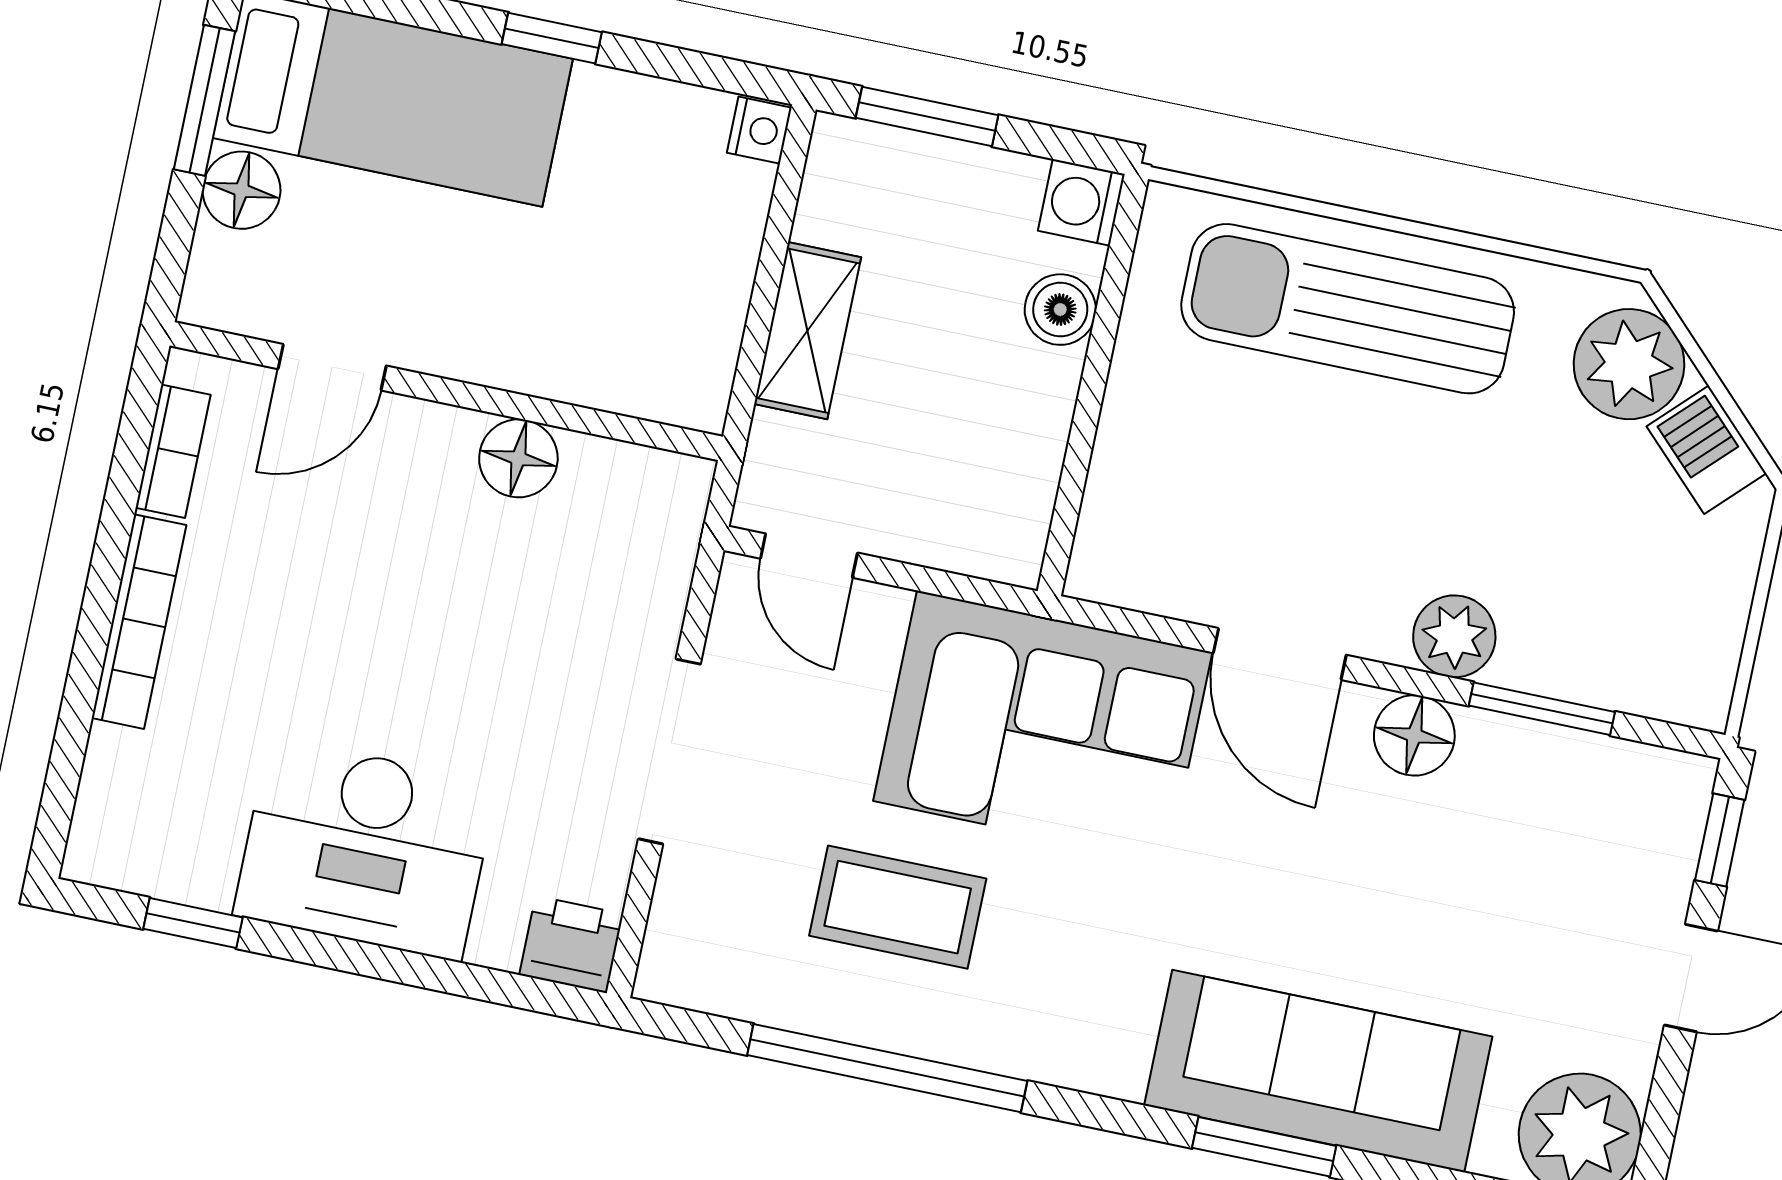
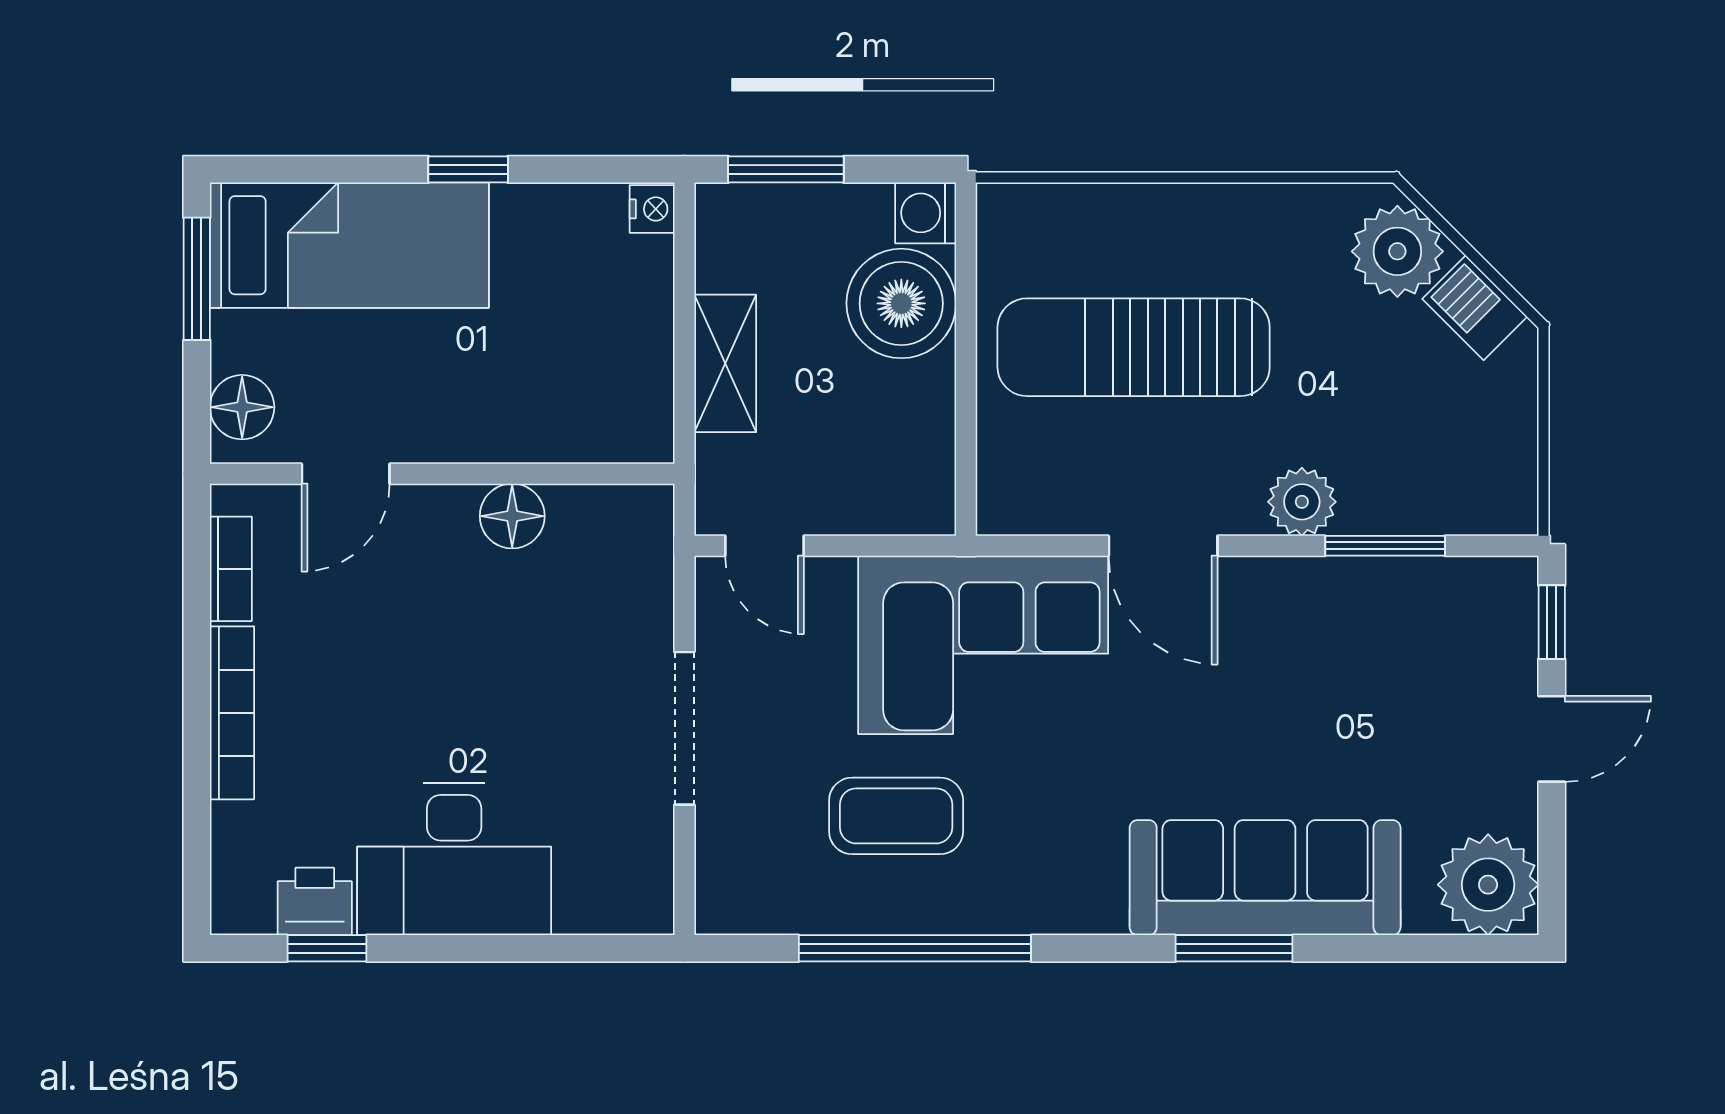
floor lamp: (241, 190) -> (242, 407), moved
sun lounger: (1348, 309) -> (1134, 347), moved
boiler: (1060, 310) -> (901, 303), width x1.86, depth x1.86
floor lamp: (1414, 735) -> (1286, 589), removed
printer: (571, 944) -> (315, 901), moved

